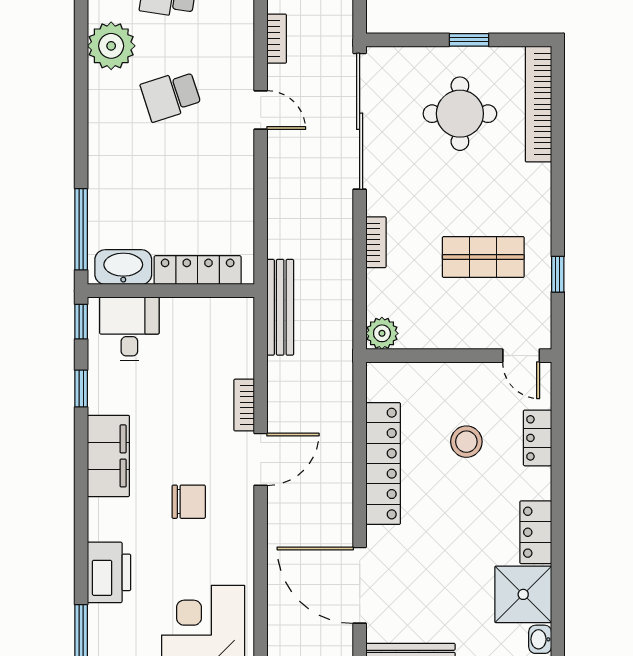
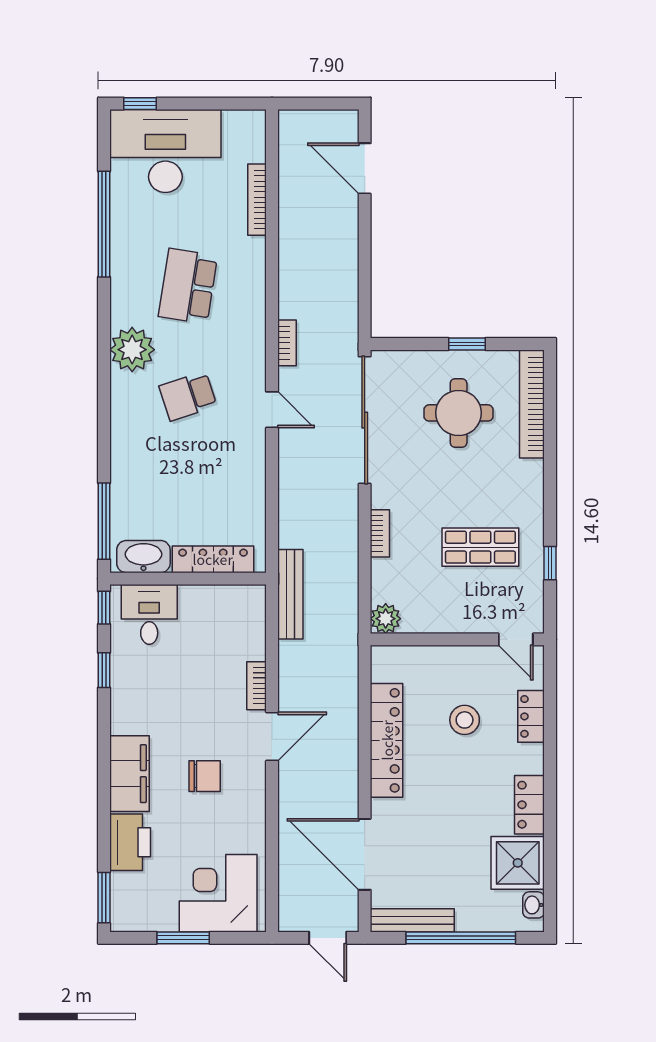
filing cabinet: (108, 456) -> (129, 774), moved

